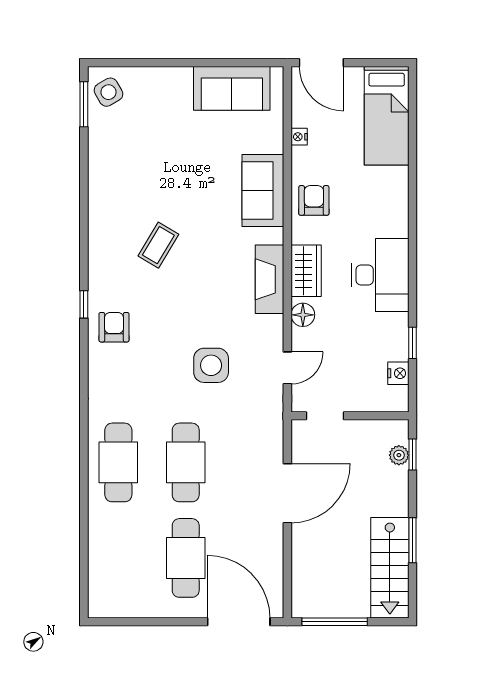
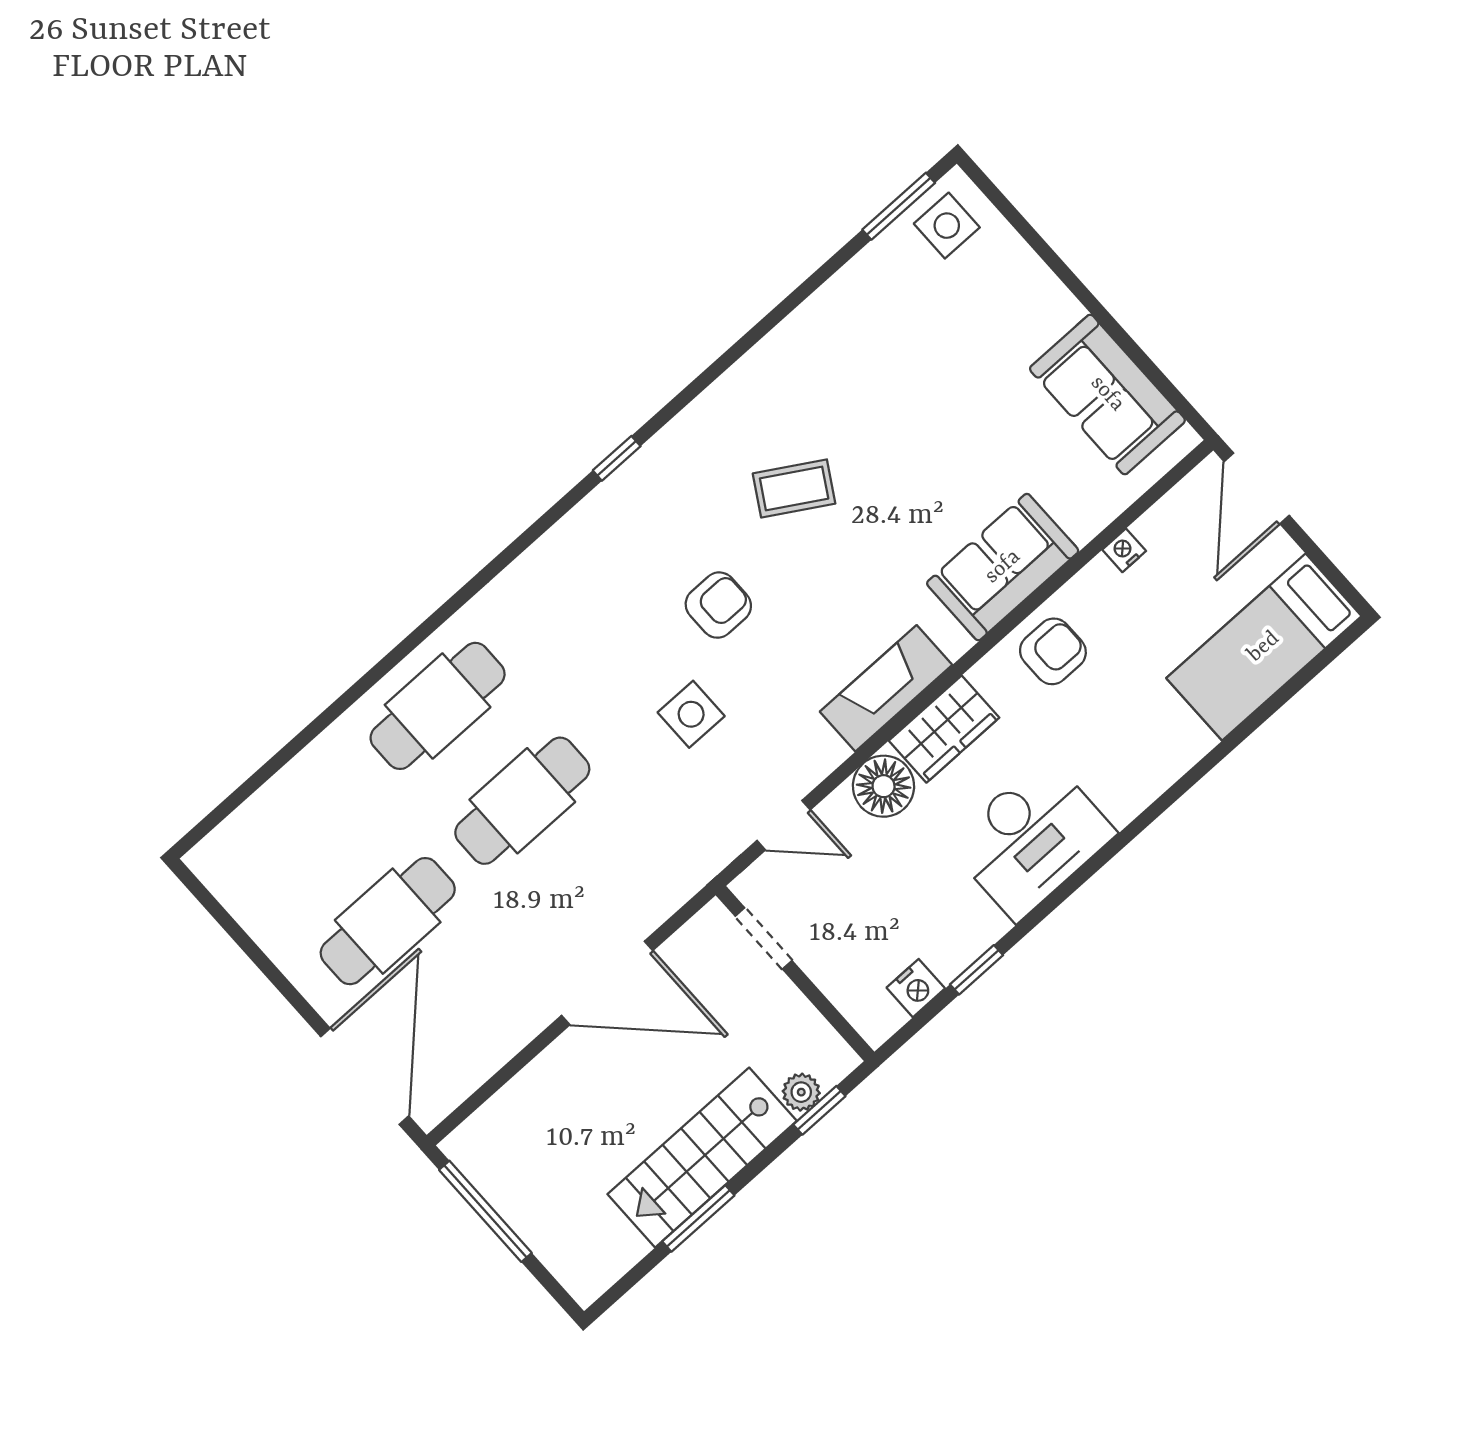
side table: (108, 92) -> (947, 226), turned 30
floor lamp: (303, 315) -> (884, 786), width x1.38, depth x1.38
armchair: (114, 327) -> (718, 605), moved
side table: (211, 365) -> (691, 714), width x0.73, depth x0.73
stairs: (390, 568) -> (702, 1158), moved

